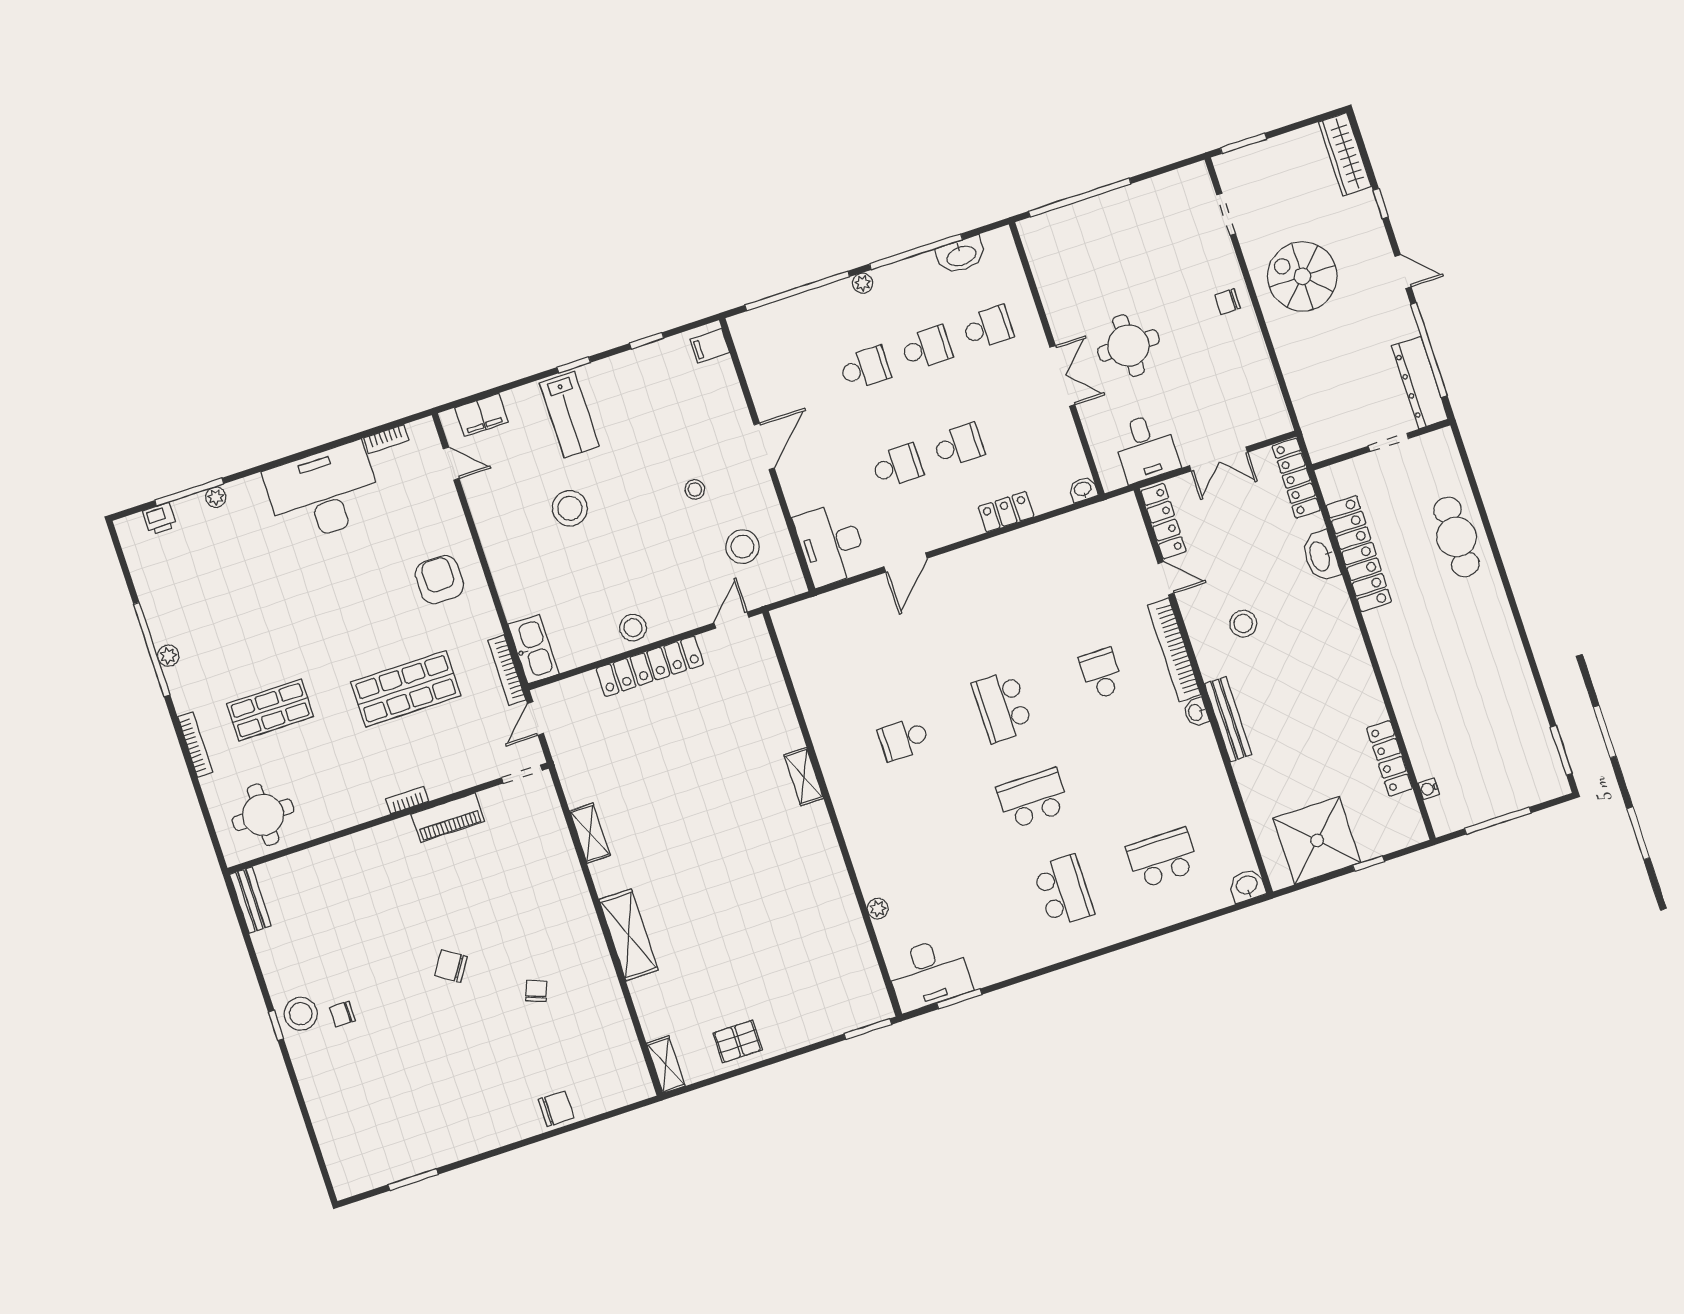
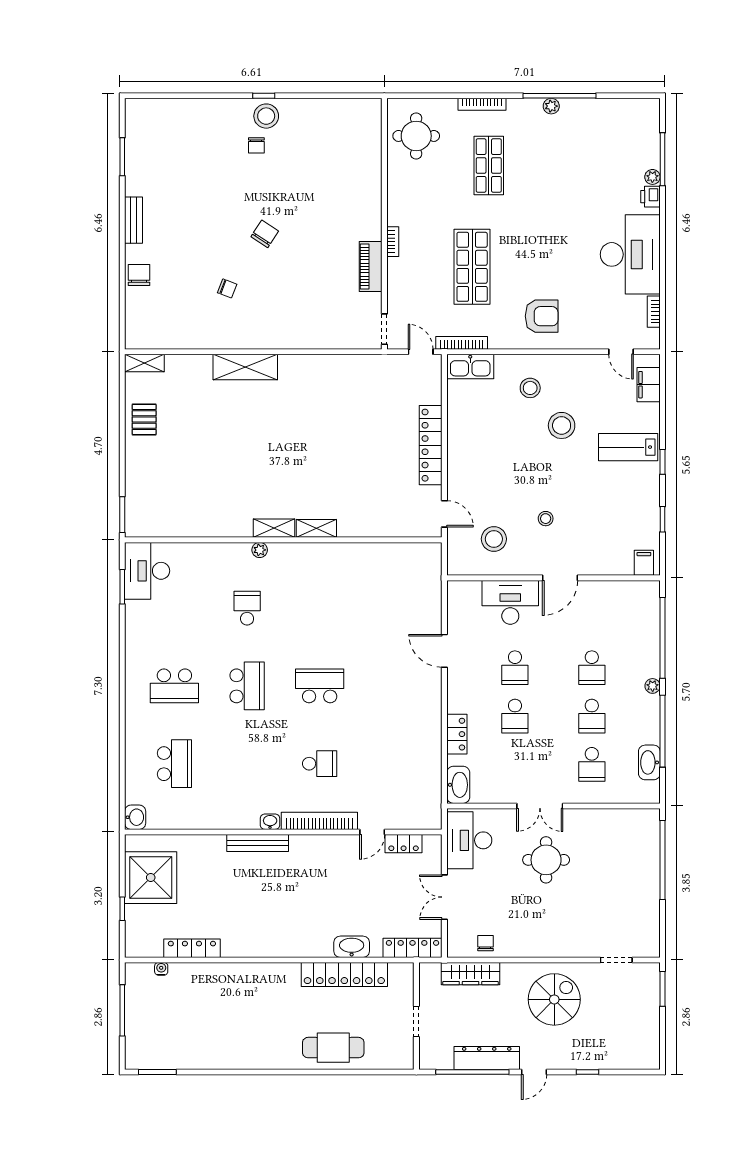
wardrobe: (1345, 154) -> (471, 974), moved, turned 180
chair: (1227, 302) -> (485, 943), moved
dresser: (1420, 382) -> (487, 1058), moved
door: (764, 446) -> (560, 578), hinge flipped
desk: (1146, 448) -> (469, 840), width x1.37
door: (451, 464) -> (621, 352), hinge flipped
washbasin: (1083, 489) -> (458, 785), width x1.91, depth x1.45
printer: (160, 519) -> (650, 197), moved
locker: (1164, 521) -> (404, 844), width x0.66
desk: (831, 544) -> (510, 602), moved
stool: (1243, 624) -> (322, 876), removed
stool: (633, 628) -> (530, 388), moved
school desk: (904, 739) -> (247, 608), moved
shelving: (590, 833) -> (274, 528), moved
bench: (250, 900) -> (134, 220), moved, turned 90
plant: (878, 909) -> (260, 550), moved
chair: (342, 1014) -> (256, 145), turned 180
chair: (556, 1109) -> (139, 275), turned 180

